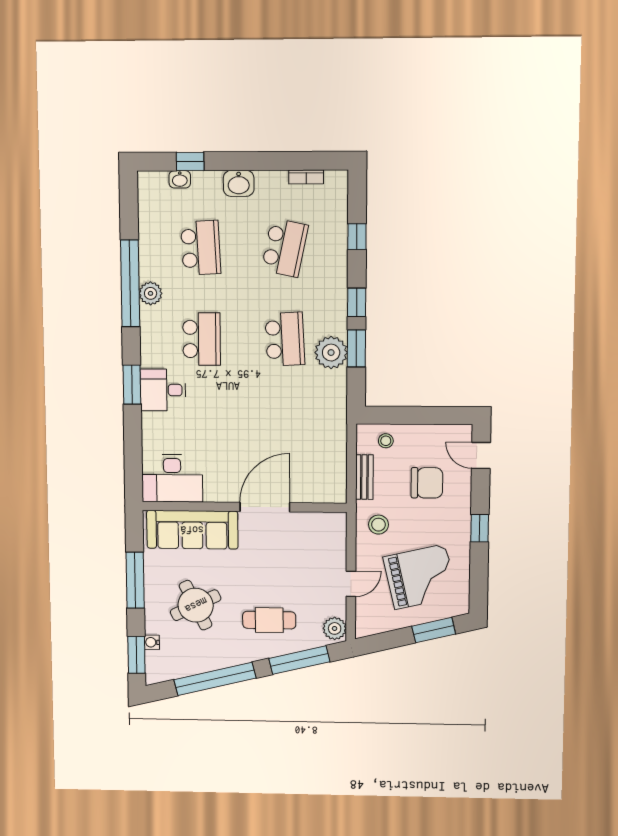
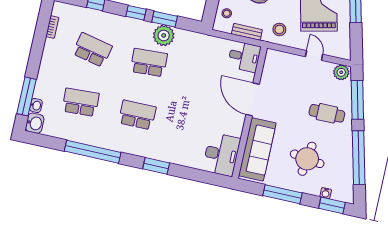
window: (190, 161) -> (27, 96), width x2.17
washbasin: (239, 183) -> (35, 123), moved
plant: (151, 293) -> (102, 140), removed
desk: (163, 390) -> (244, 57), moved, turned -90
round table: (196, 605) -> (307, 159), turned 34
cafe table: (269, 620) -> (327, 113), turned 90

